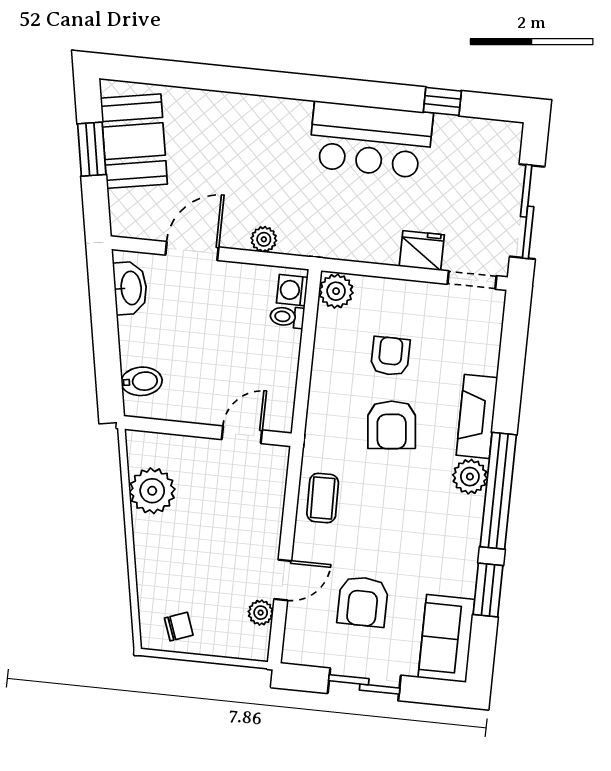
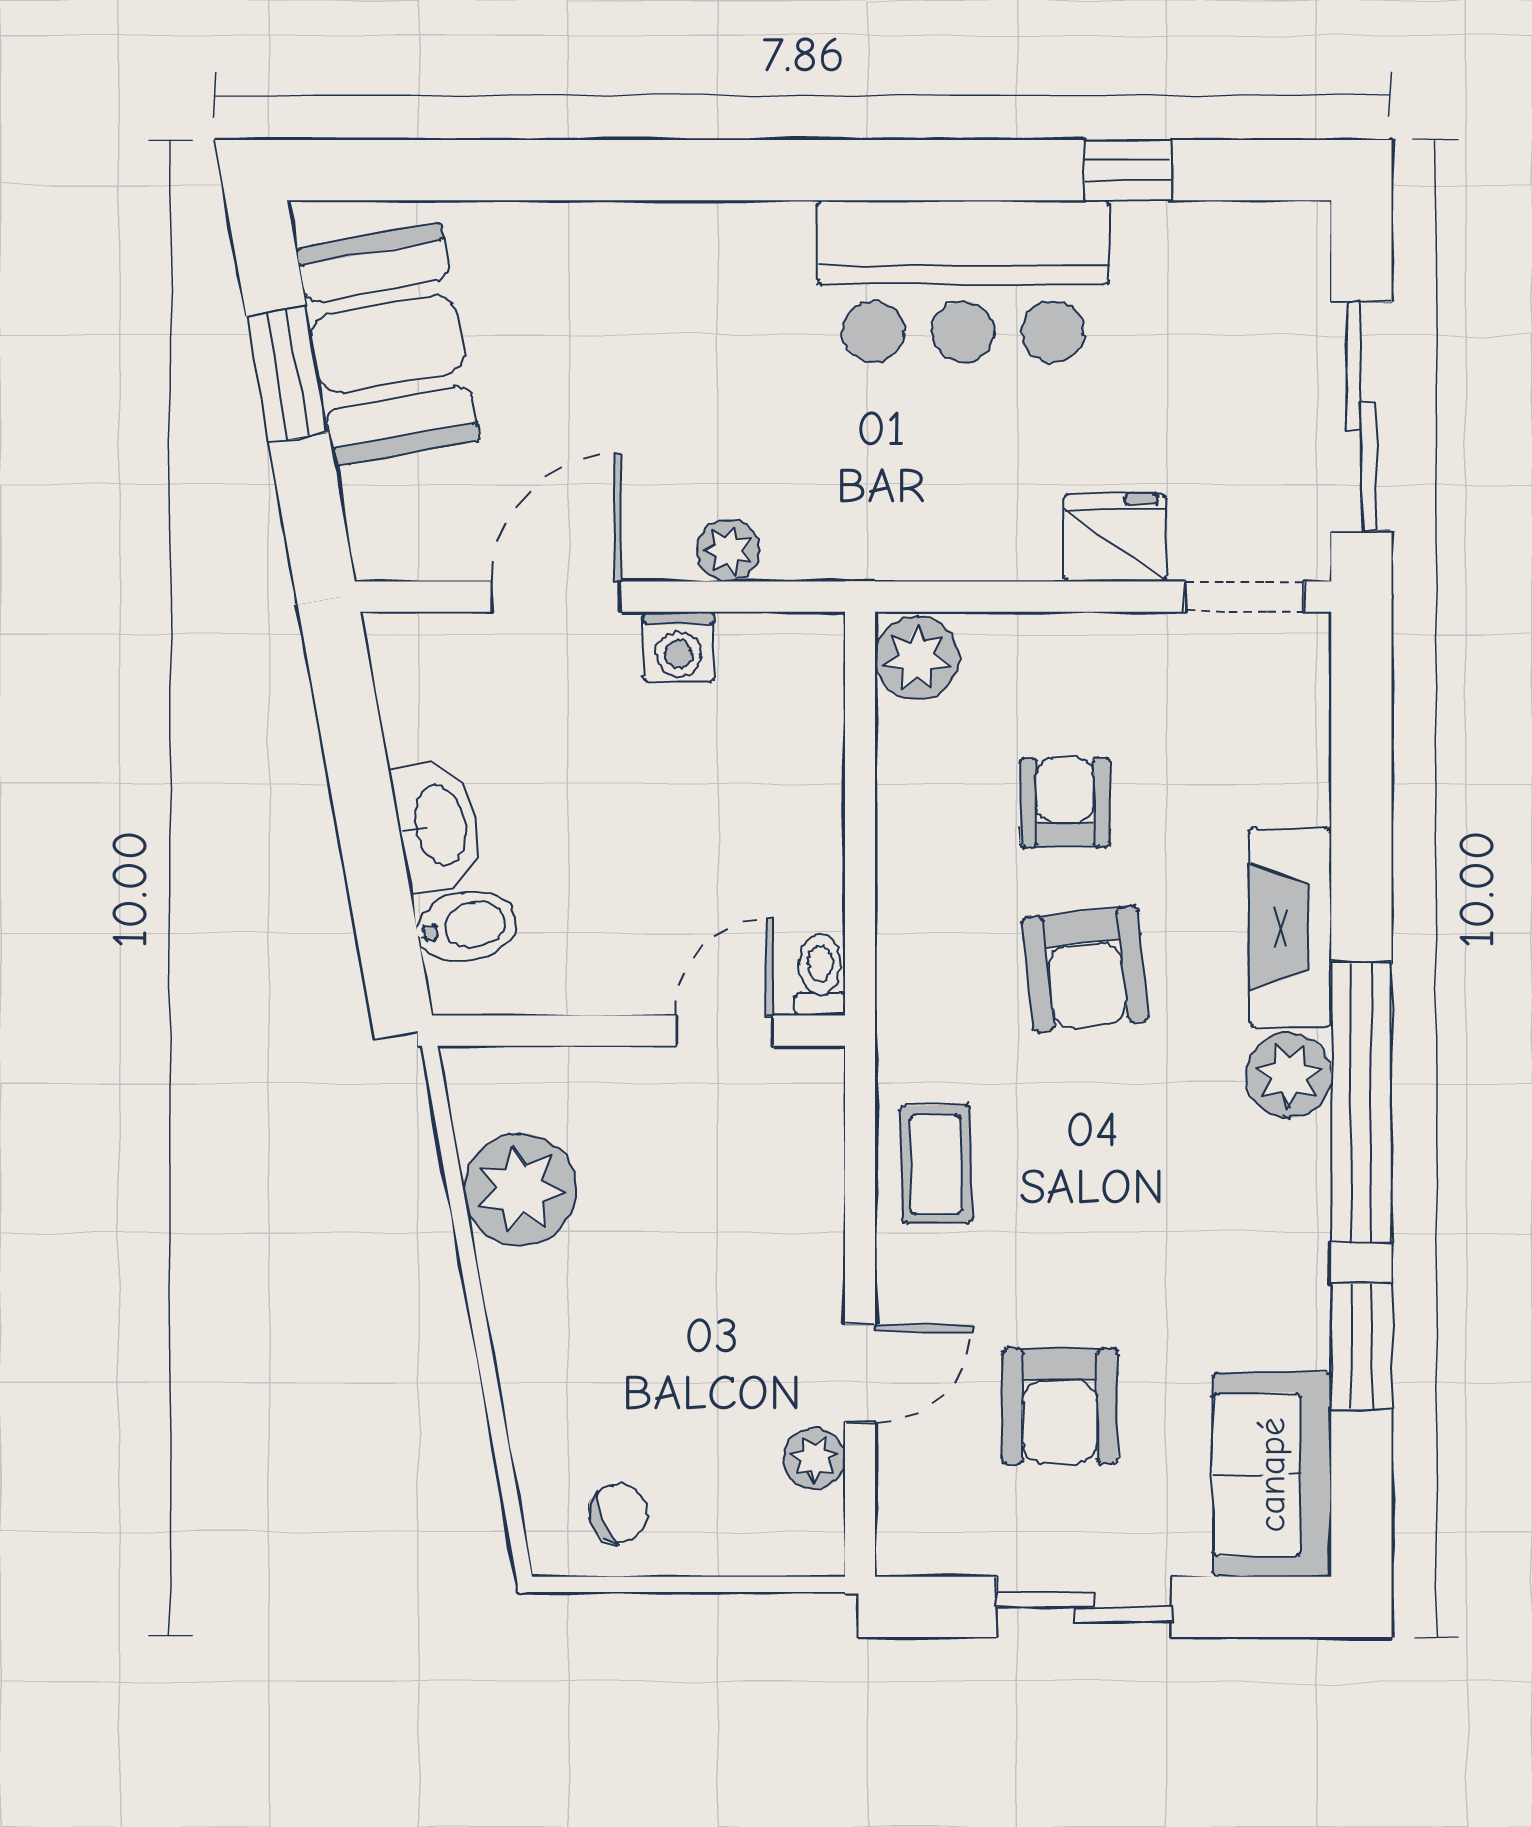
washbasin: (130, 288) -> (438, 825), moved
washing machine: (292, 290) -> (679, 647), moved, turned -90
toilet: (287, 317) -> (820, 975), moved, turned 90

